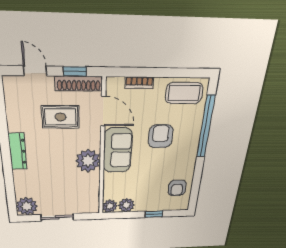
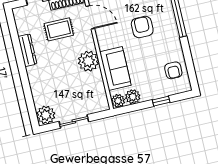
sofa: (118, 150) -> (115, 69), moved
dresser: (18, 152) -> (27, 50), moved

